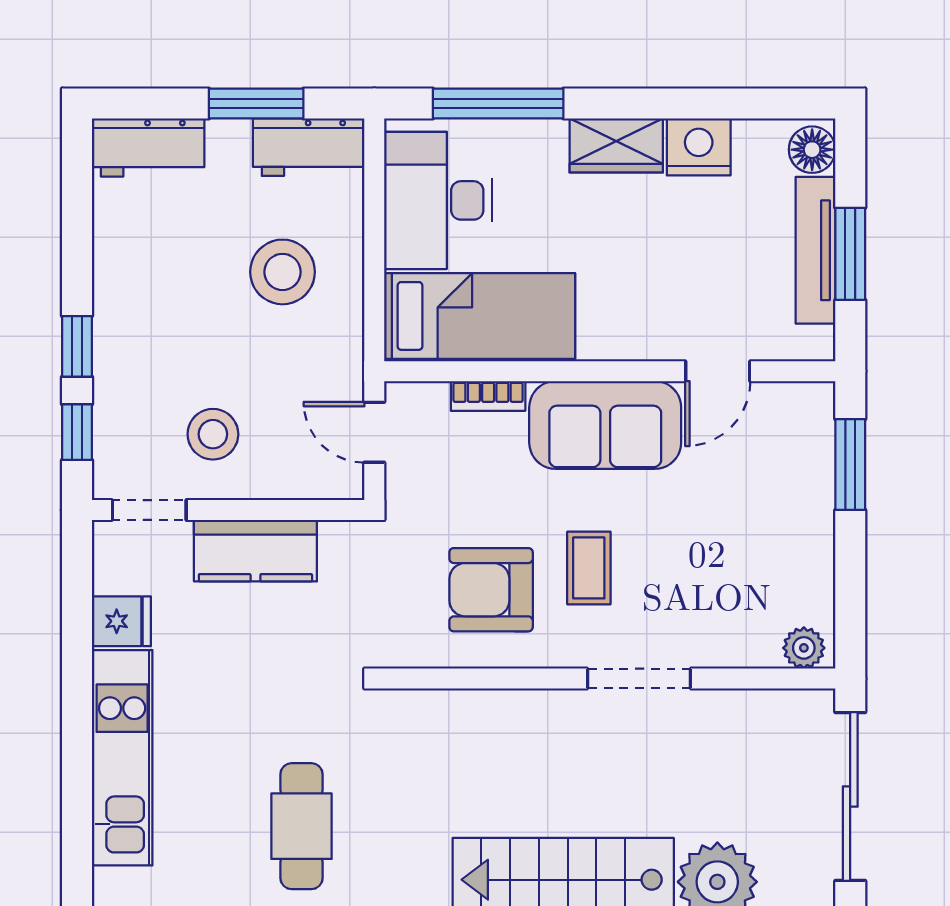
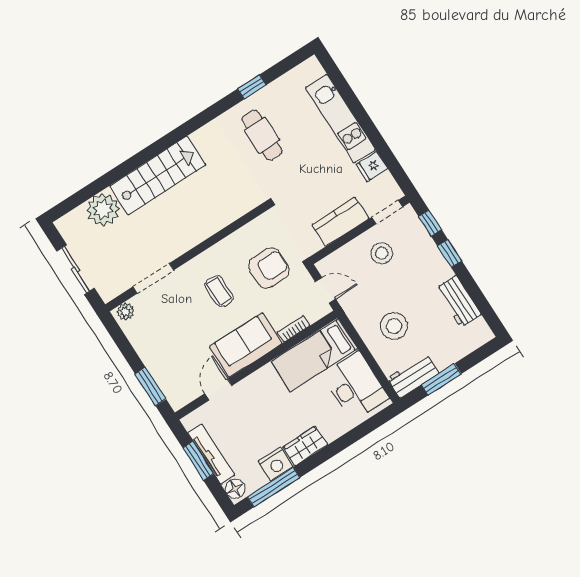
window: (498, 103) -> (273, 487), moved
workbench: (148, 147) -> (459, 301), moved, turned -90
armchair: (491, 590) -> (269, 268), moved
doorway: (639, 679) -> (153, 278), moved
sliding door: (850, 797) -> (75, 270), width x0.73

